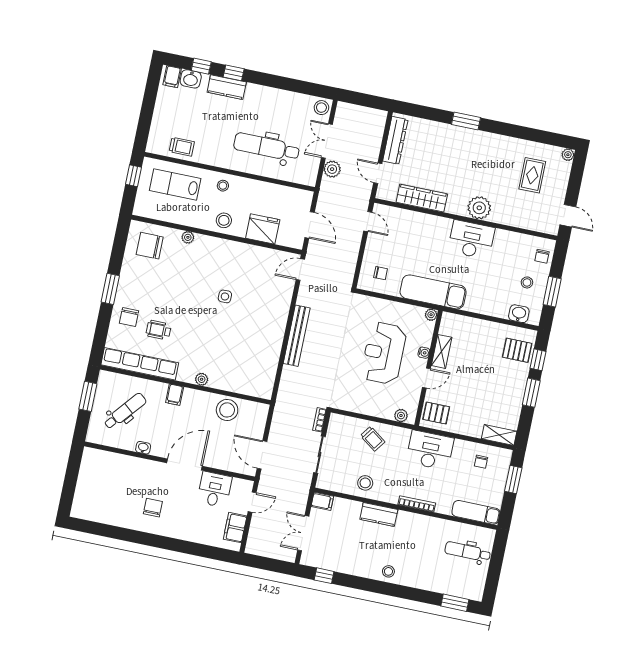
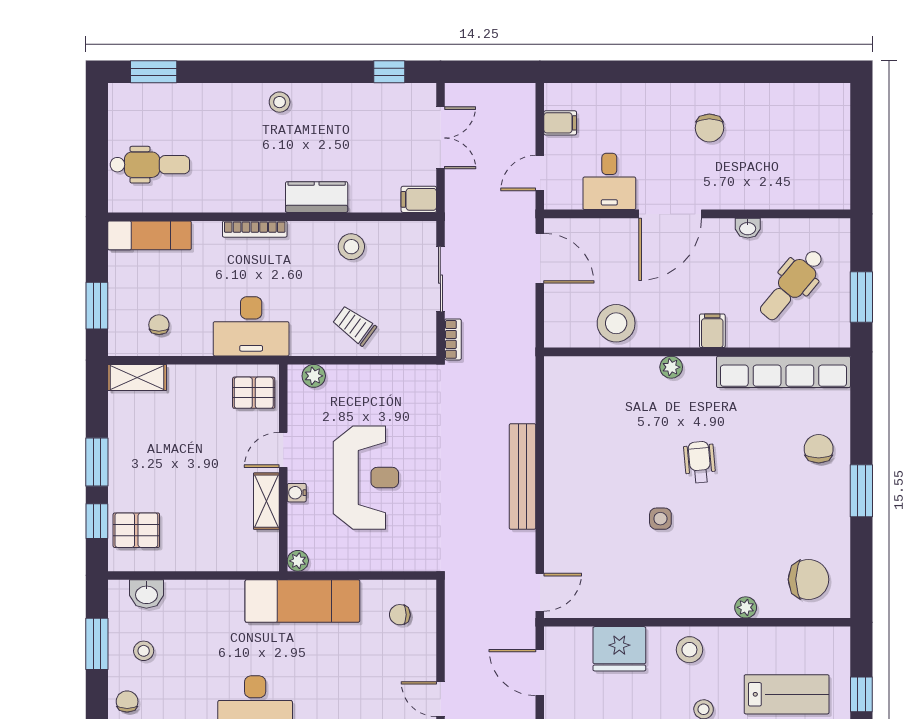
wheelchair: (159, 330) -> (700, 462), moved, turned -95
filing cabinet: (235, 528) -> (560, 123), width x0.50

